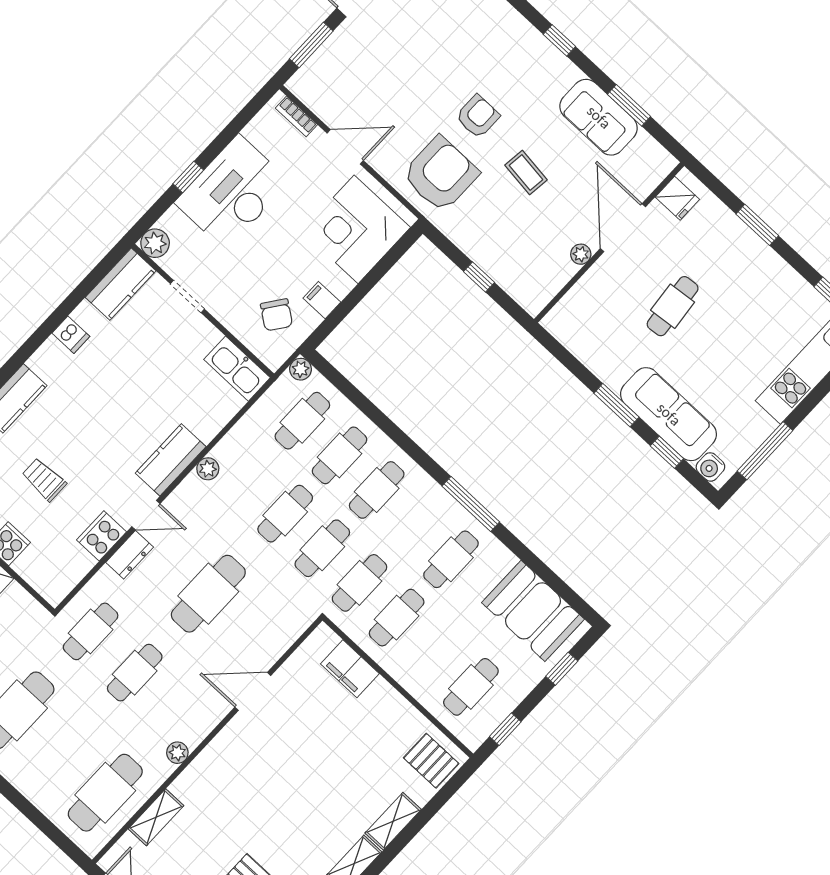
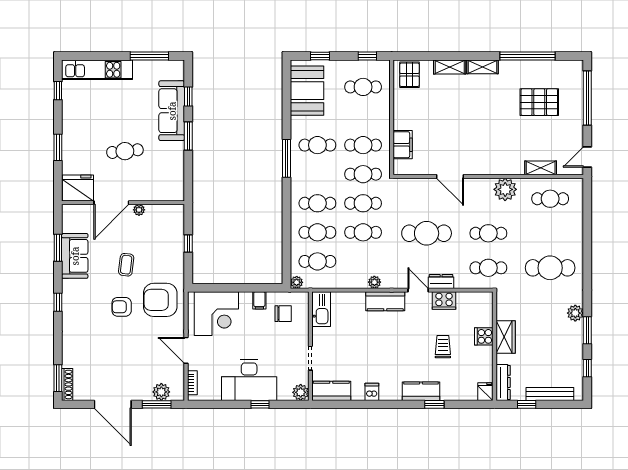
plant: (322, 66) -> (161, 392), added
fridge: (677, 198) -> (78, 188), width x1.88, depth x1.34
chair: (276, 315) -> (283, 314), turned 54
water cooler: (710, 467) -> (177, 73), removed
trolley: (44, 480) -> (443, 347), turned 180
plant: (177, 753) -> (505, 189), width x1.87, depth x1.87
cafe table: (105, 793) -> (550, 199), width x0.73, depth x0.74

